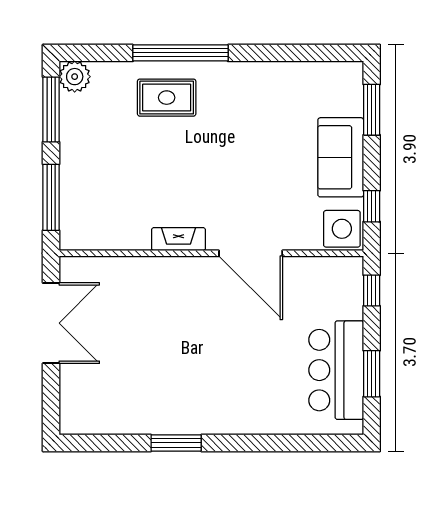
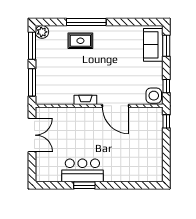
sofa: (341, 157) -> (153, 45), moved
bar counter: (336, 370) -> (82, 170), moved, turned 90
window: (372, 374) -> (166, 156), removed

